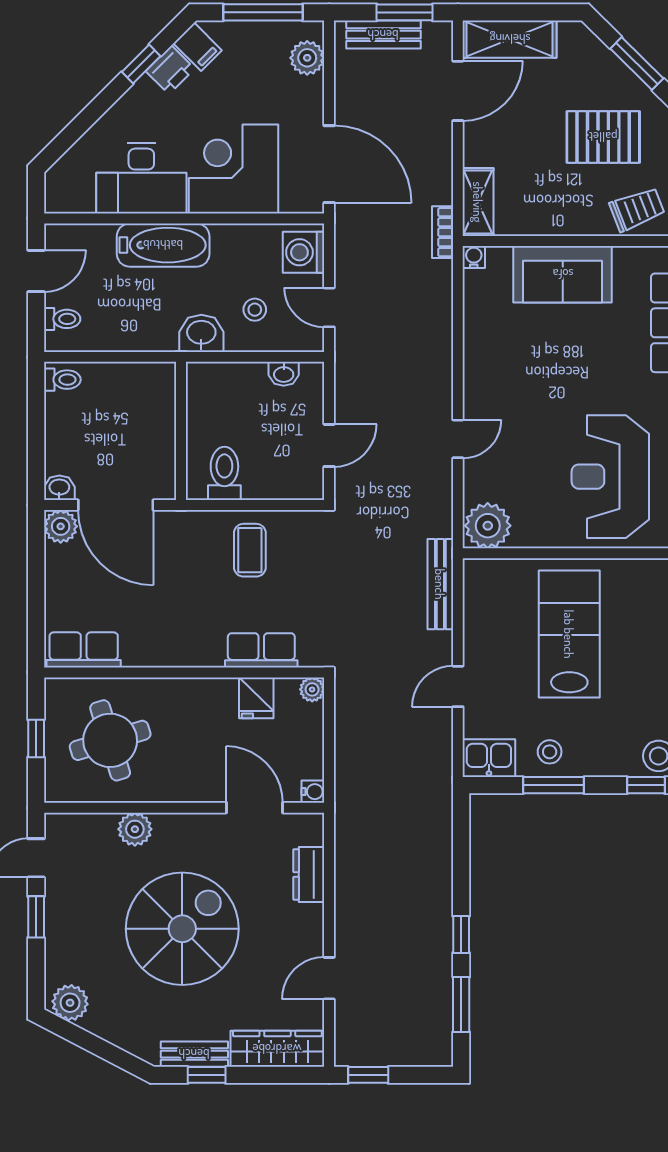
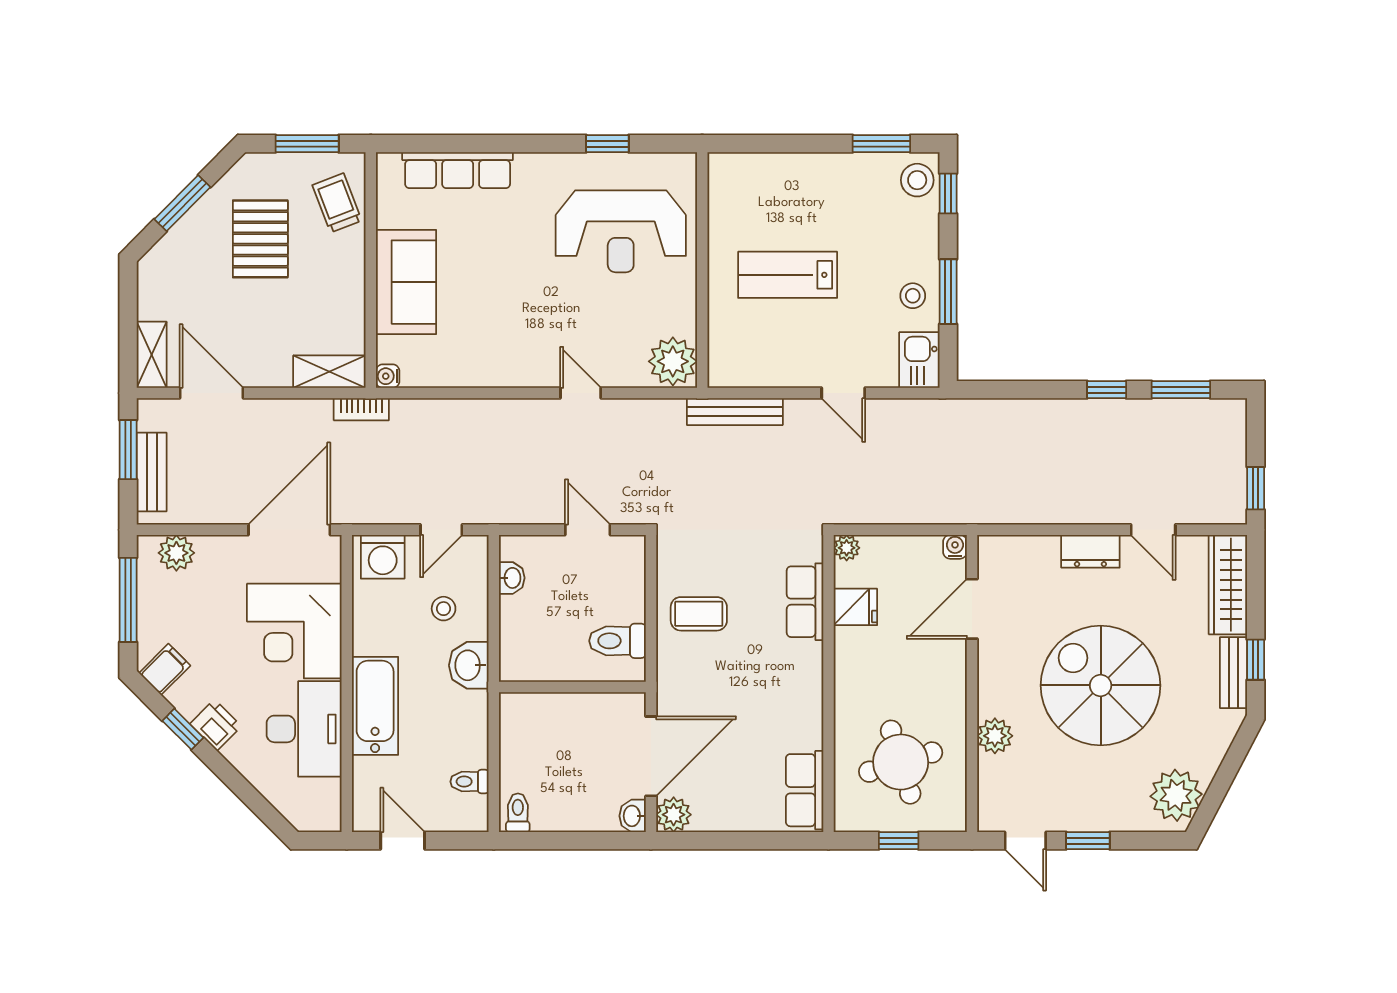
shelving: (510, 39) -> (152, 355), width x0.67, depth x0.75
printer: (170, 70) -> (216, 725), moved
toilet: (62, 319) -> (469, 782), moved, turned -90
lab bench: (569, 634) -> (788, 275), width x0.73, depth x0.72
dresser: (309, 875) -> (1090, 551), moved
plant: (70, 1003) -> (1176, 795), width x1.36, depth x1.36

